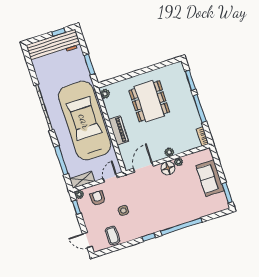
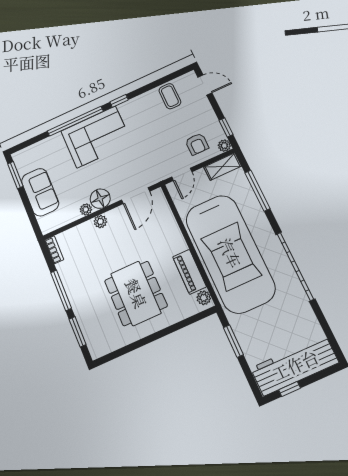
piano: (119, 130) -> (190, 272), moved
side table: (123, 211) -> (158, 132), removed
corner sofa: (167, 213) -> (96, 137), added

